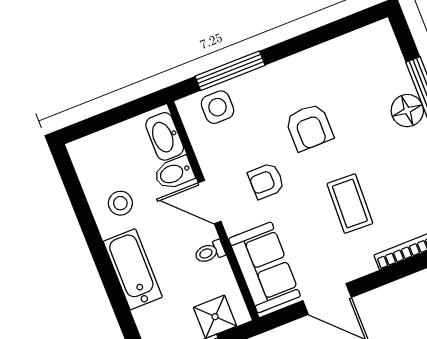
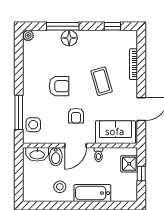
plant: (382, 31) -> (28, 35), added
coffee table: (350, 203) -> (102, 81), turned 72

